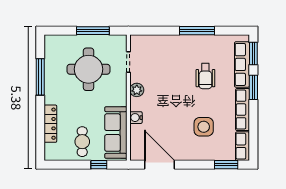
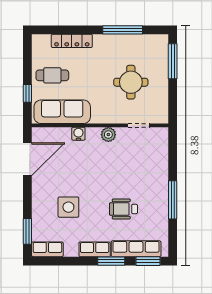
window: (93, 31) -> (173, 61), moved
round table: (89, 69) -> (131, 82), width x0.73, depth x0.73
row of seats: (243, 110) -> (95, 249), width x0.68

